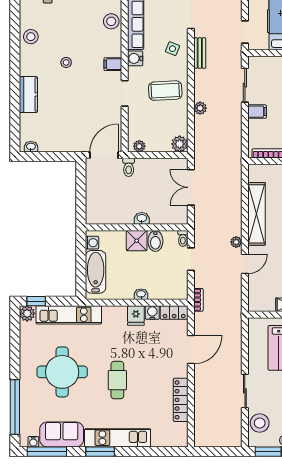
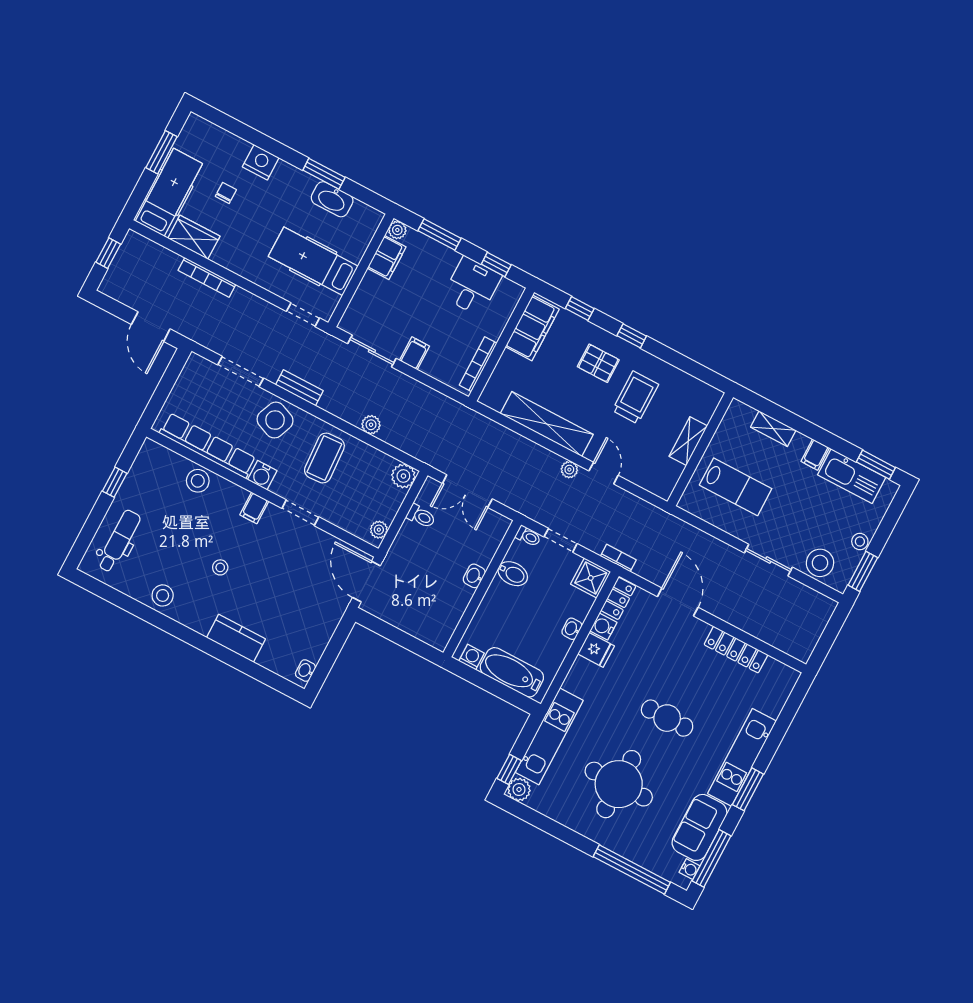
side table: (172, 49) -> (275, 420), width x1.87, depth x1.87
toilet: (129, 167) -> (421, 516), moved
shower: (137, 241) -> (591, 578), moved

